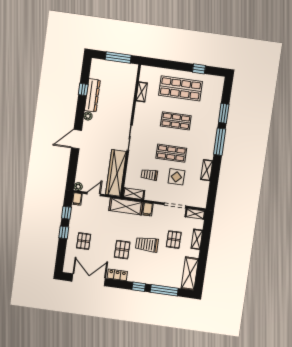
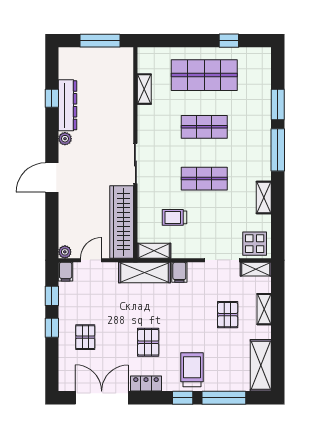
display table: (176, 177) -> (255, 244), moved
trolley: (147, 244) -> (192, 370), moved, turned 90

